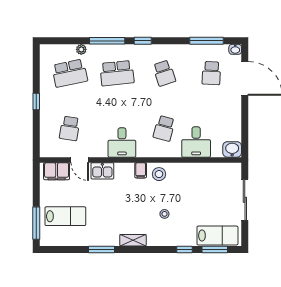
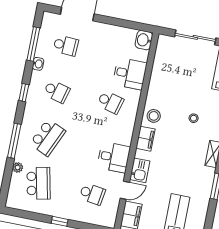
window: (143, 41) -> (24, 93), moved
washbasin: (235, 49) -> (38, 64), moved
school desk: (117, 73) -> (48, 137), turned 30
school desk: (164, 73) -> (57, 91), turned 33
desk: (122, 143) -> (114, 157), moved
filing cabinet: (141, 170) -> (146, 139), width x2.00

